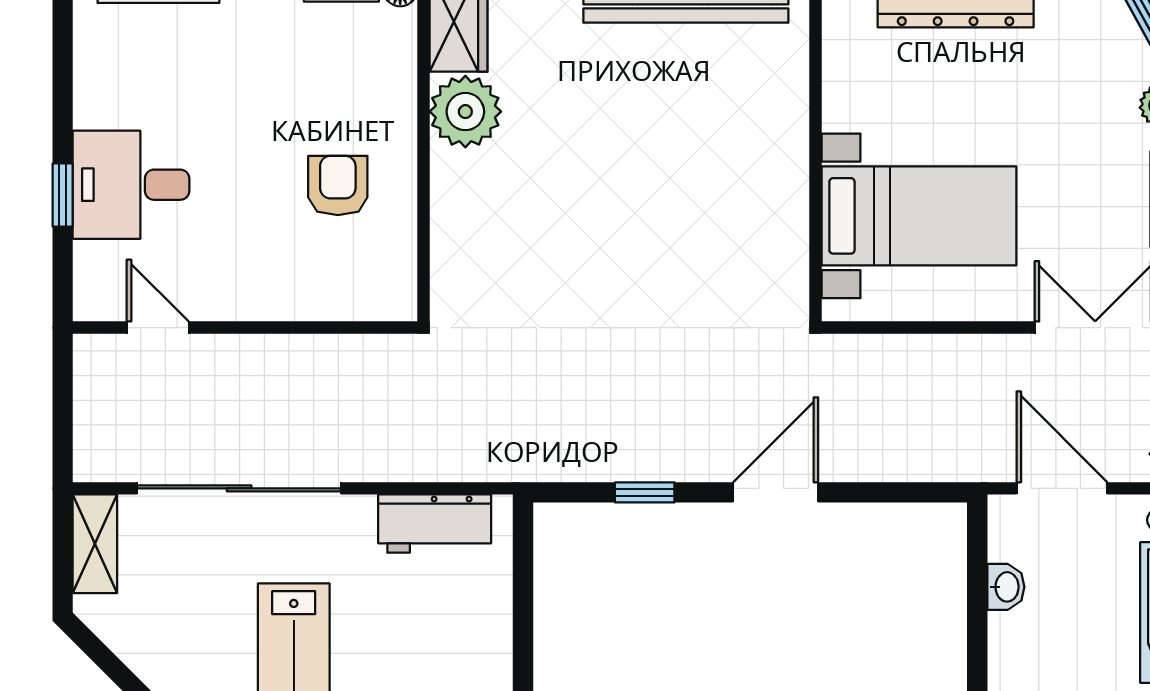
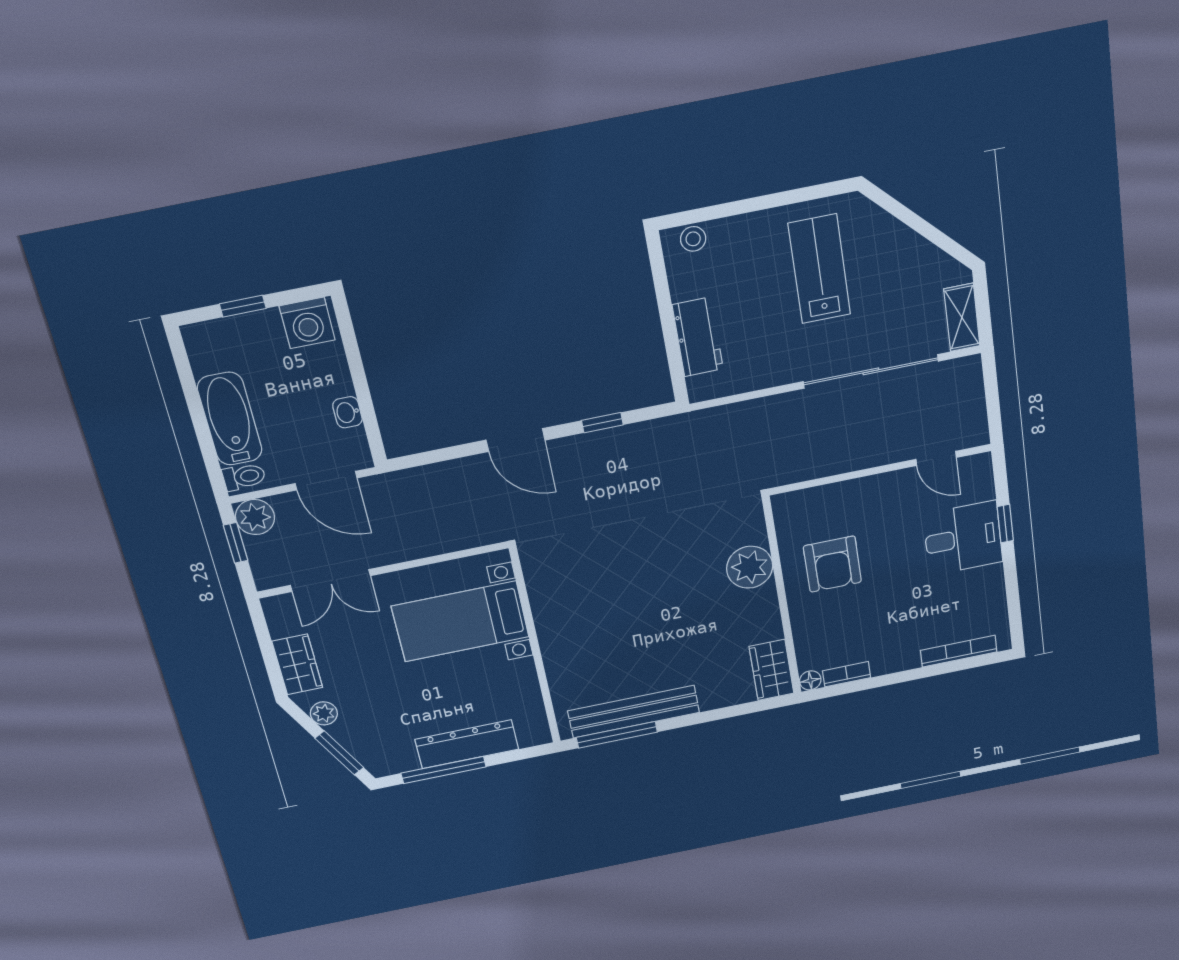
plant: (465, 112) -> (750, 567), moved
armchair: (338, 185) -> (832, 564), width x1.38, depth x1.38
door: (776, 492) -> (516, 440), hinge flipped
workbench: (435, 524) -> (698, 337), moved, turned 90

